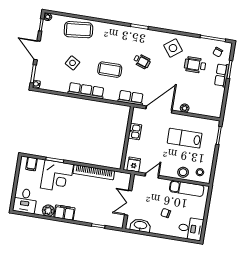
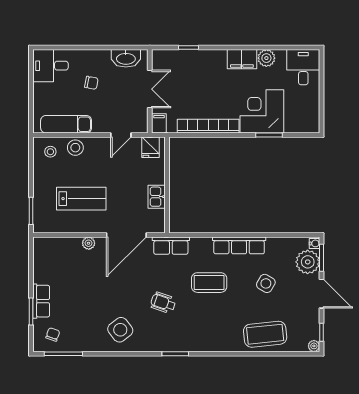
wheelchair: (195, 65) -> (83, 310), removed
plant: (43, 73) -> (308, 262), added
filing cabinet: (32, 164) -> (159, 123), moved

